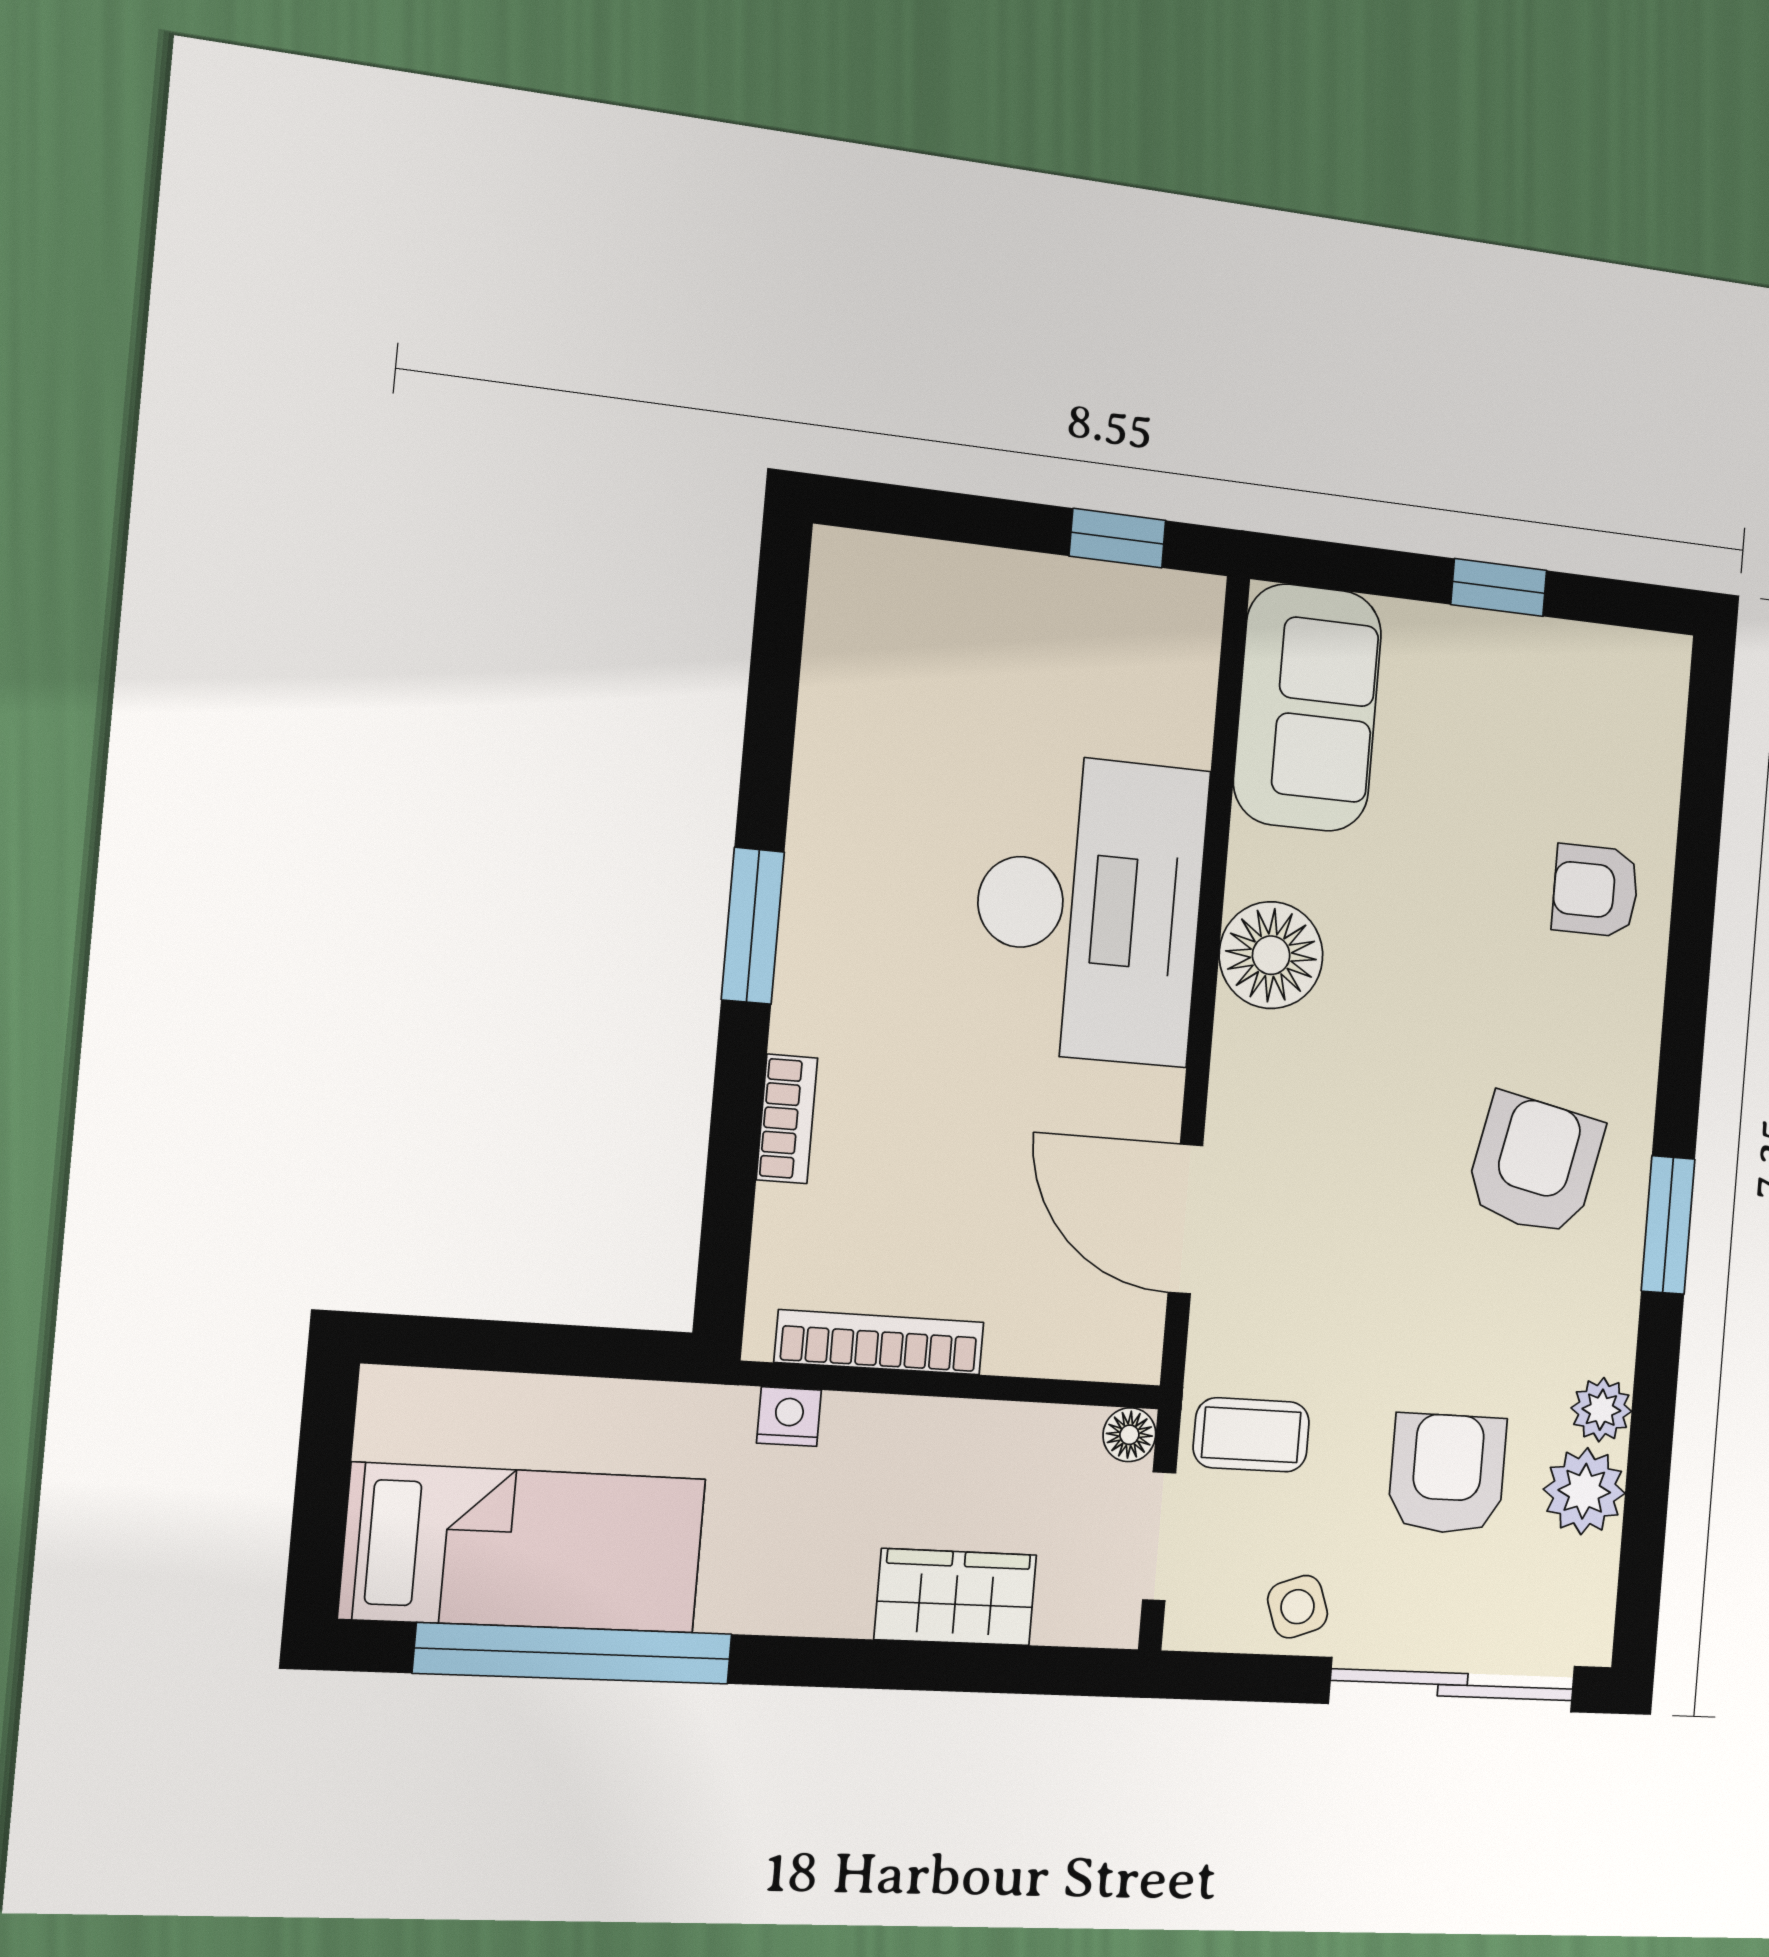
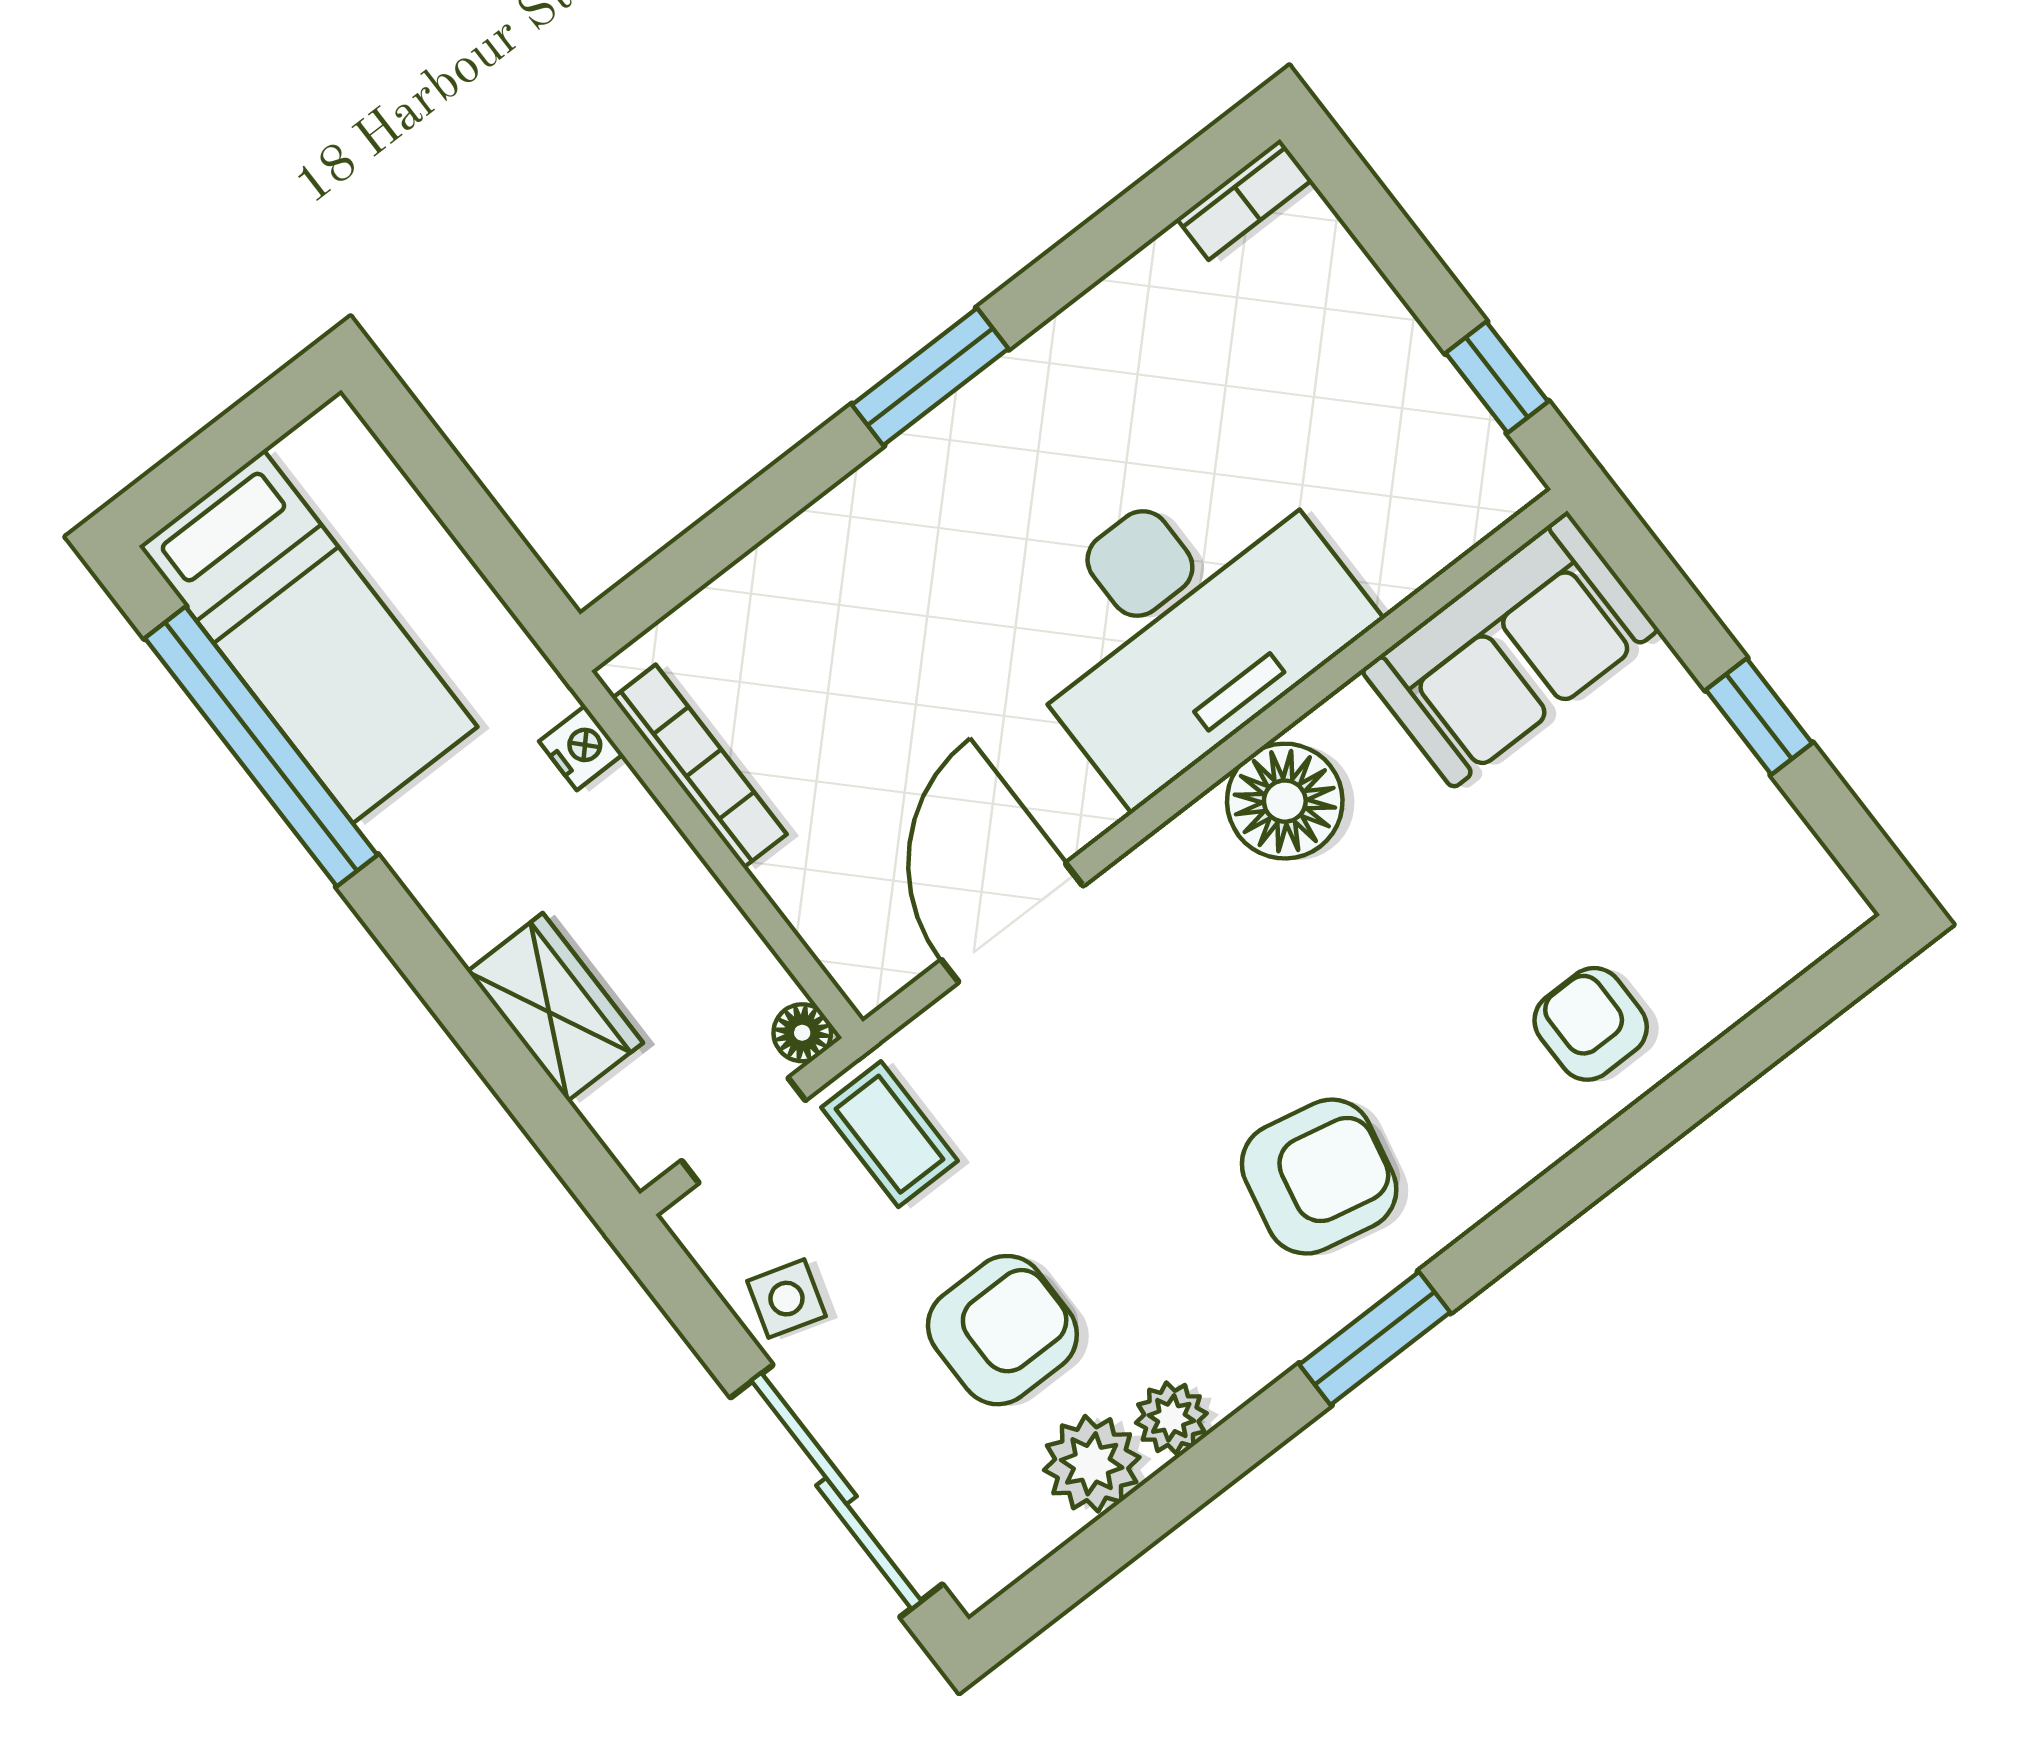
bookcase: (787, 1119) -> (1244, 199), moved
side table: (1298, 1607) -> (786, 1299), turned 37

